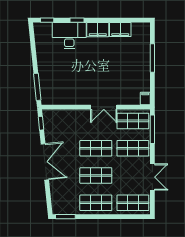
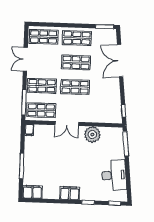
filing cabinet: (120, 30) -> (32, 192), moved
desk: (69, 36) -> (114, 175), moved, turned -96
plant: (75, 96) -> (92, 134), added
double door: (104, 107) -> (67, 124), swing flipped
double door: (45, 162) -> (120, 61), moved

